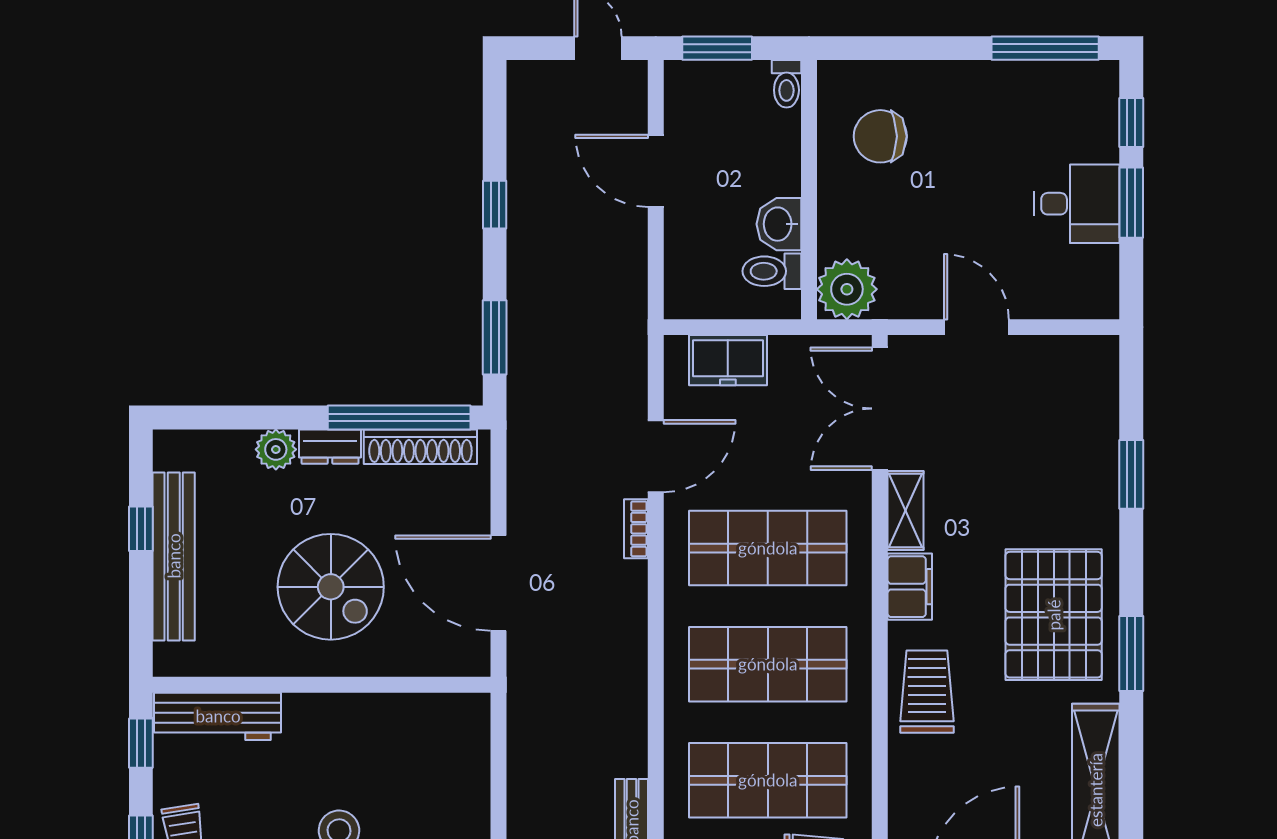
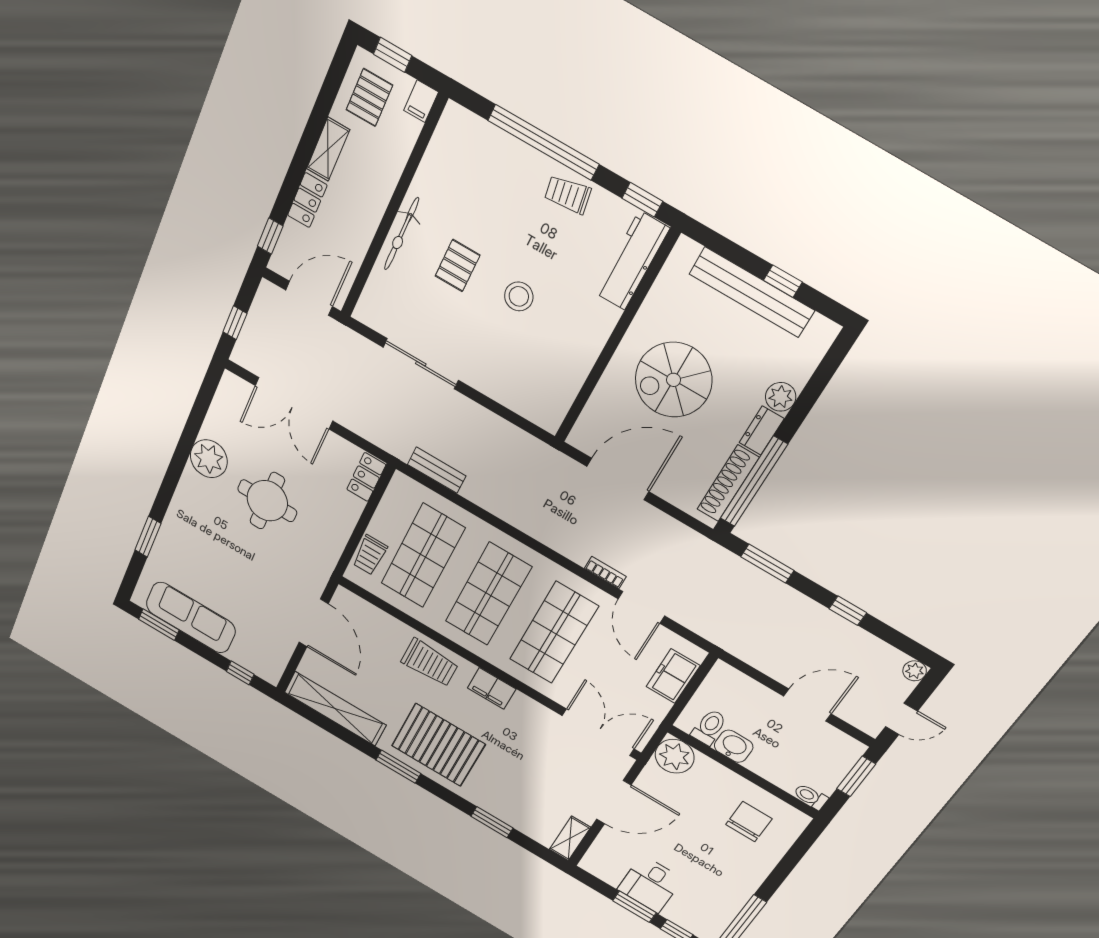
plant: (523, 76) -> (915, 671), added
door: (976, 327) -> (614, 802), width x1.36
shelving: (905, 511) -> (570, 838), moved, turned 90

